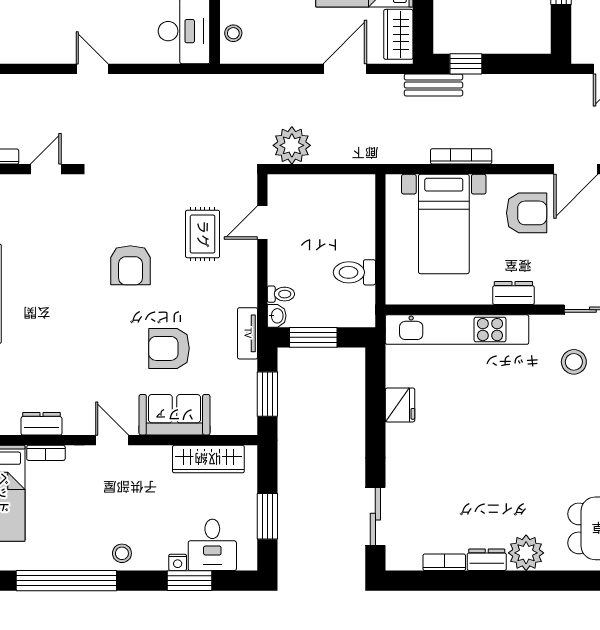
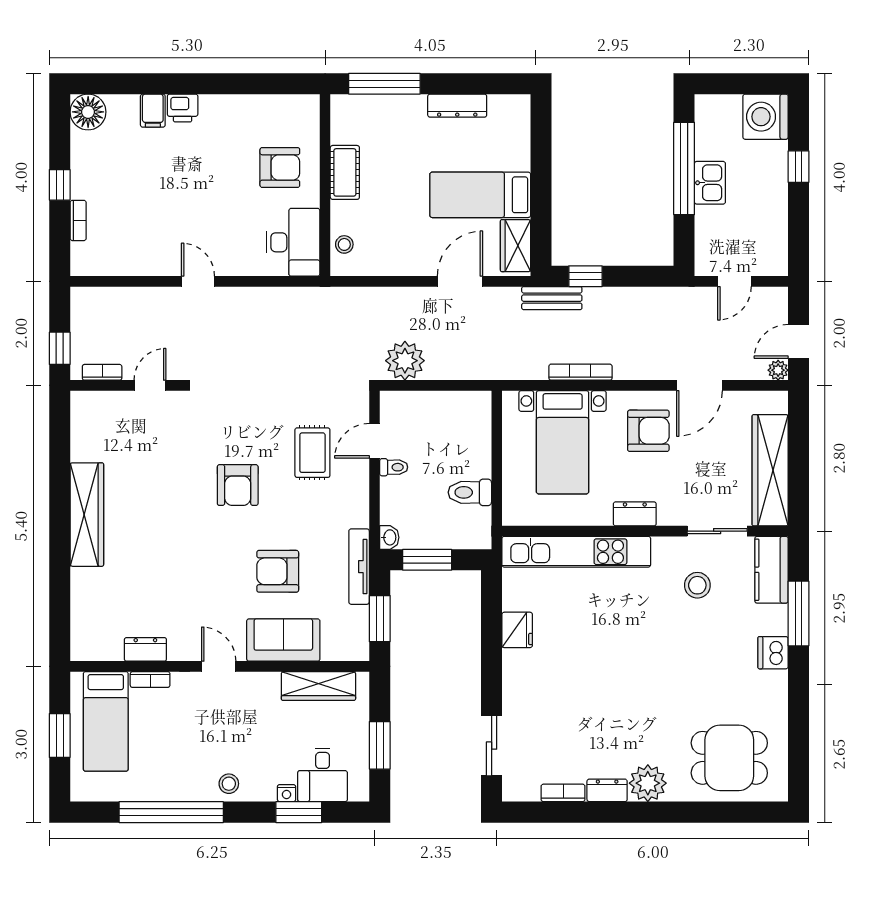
toilet: (281, 294) -> (394, 467), moved
tv unit: (248, 333) -> (359, 567), width x1.41

